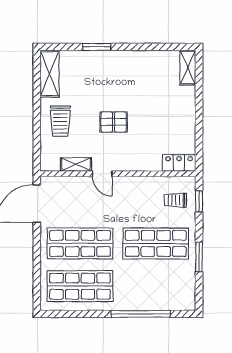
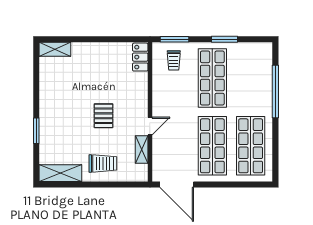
window: (199, 201) -> (175, 39), width x1.50

